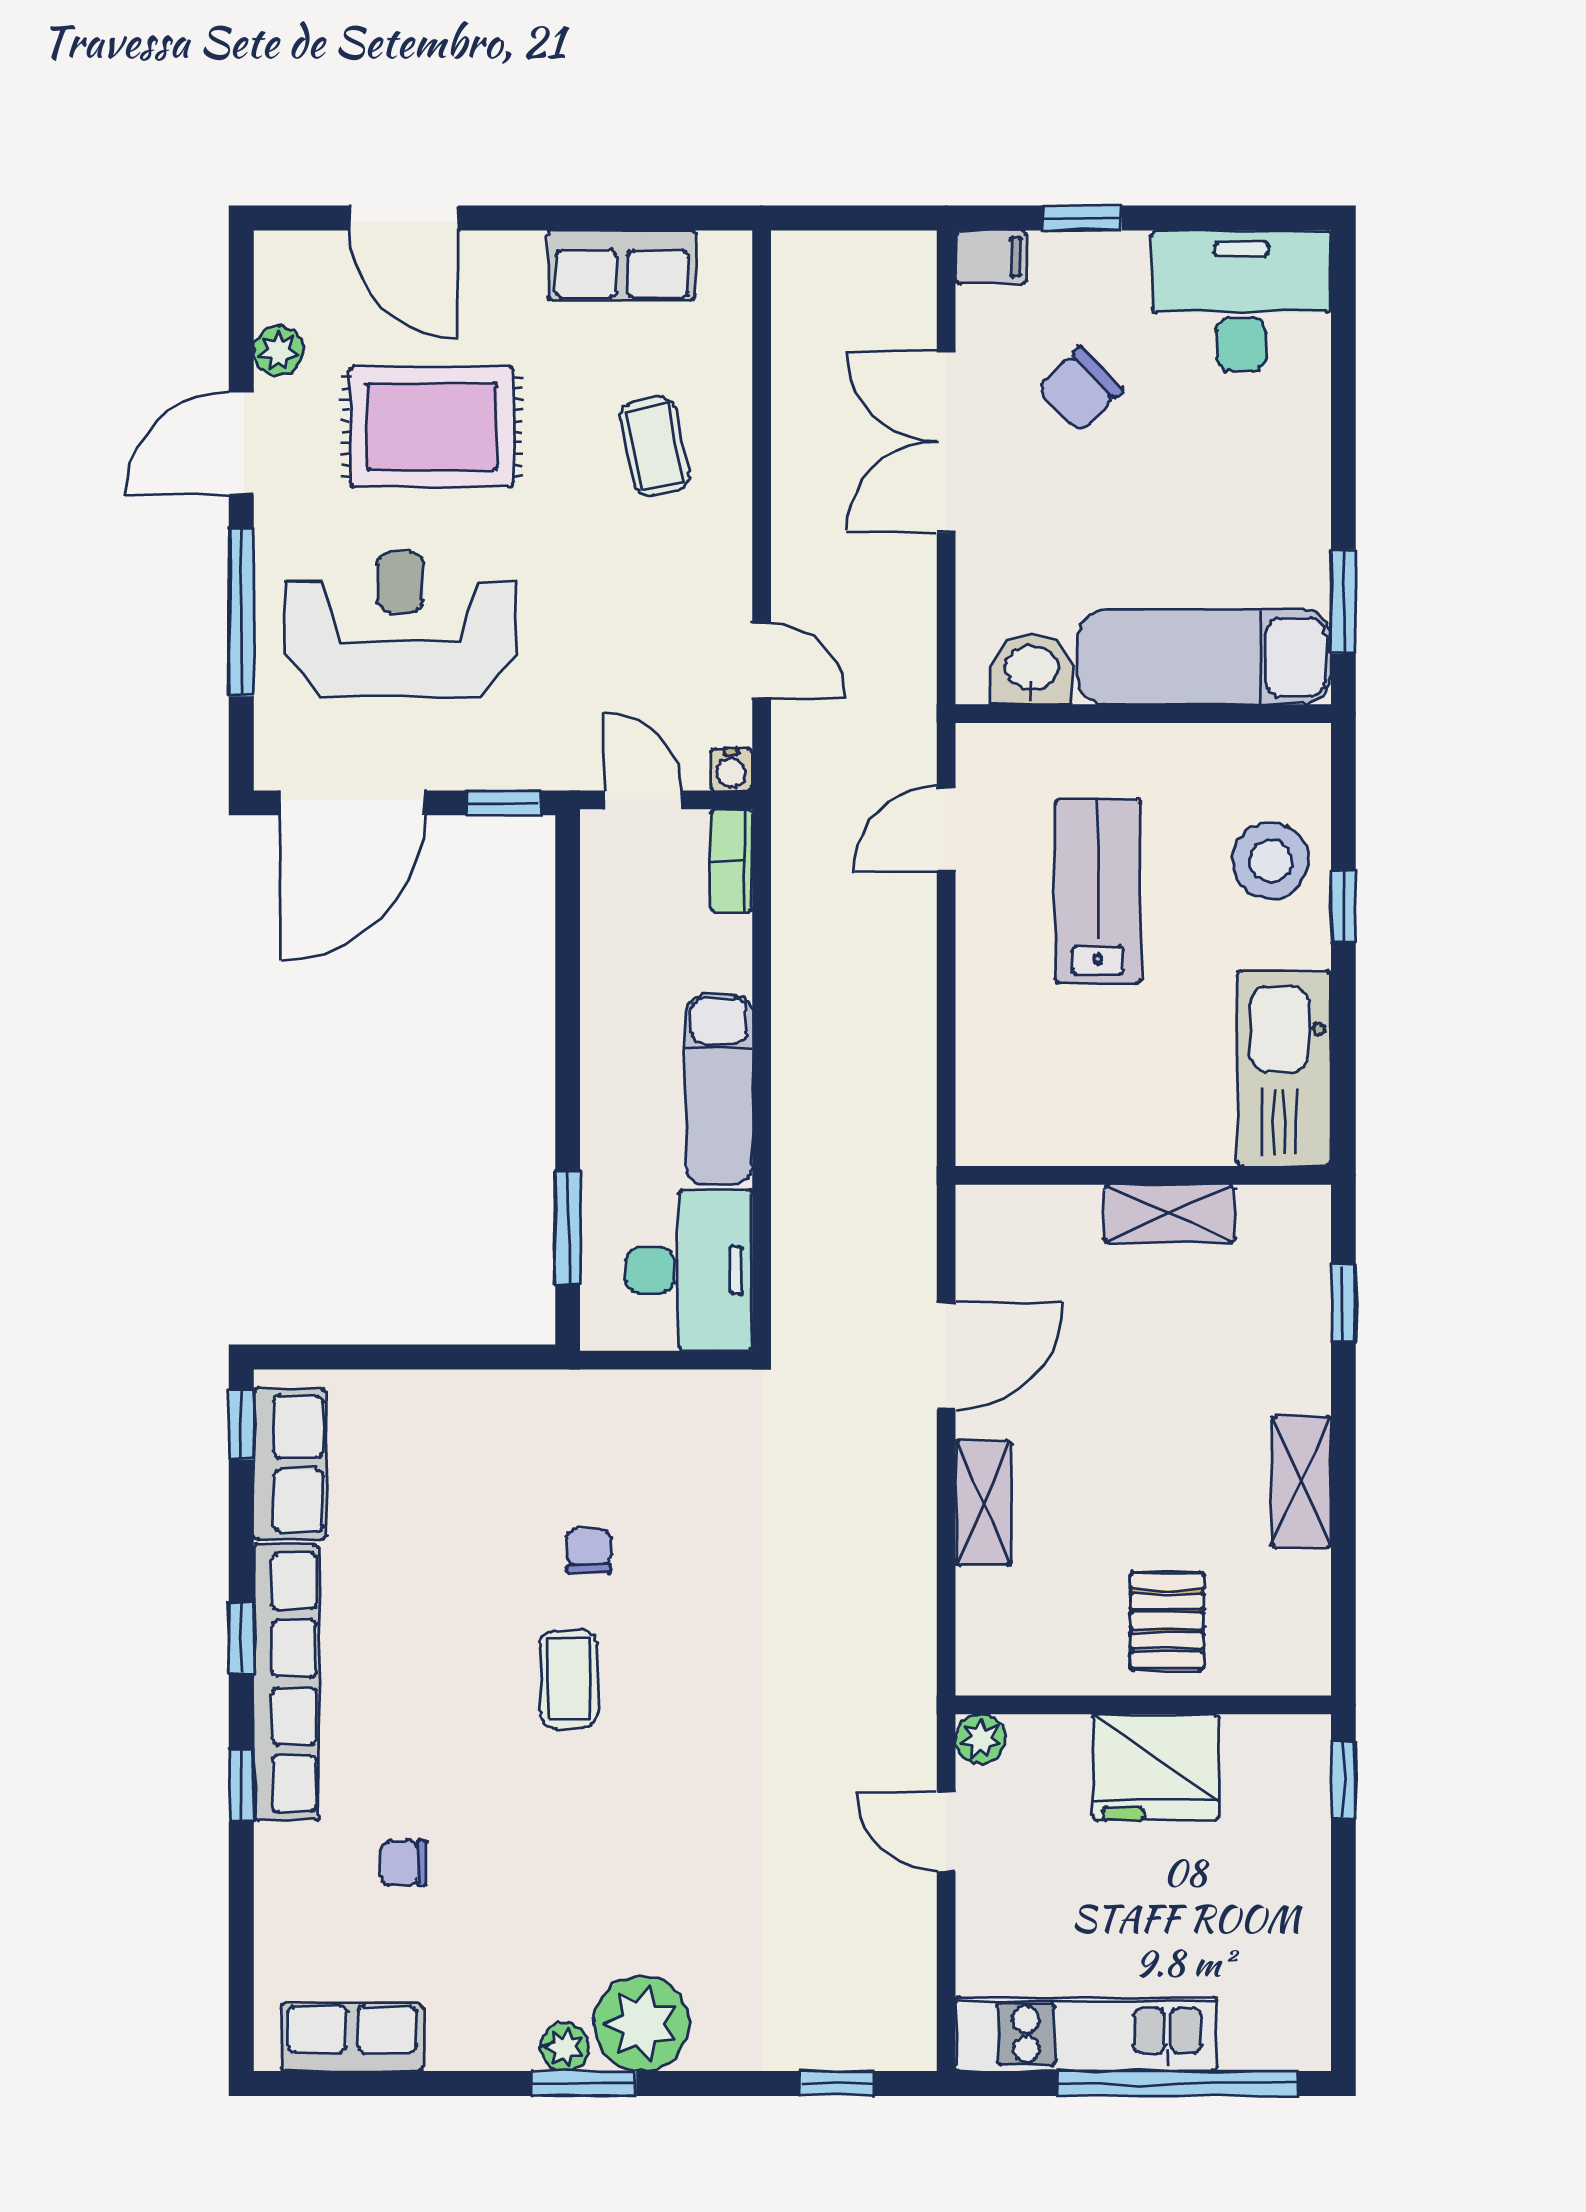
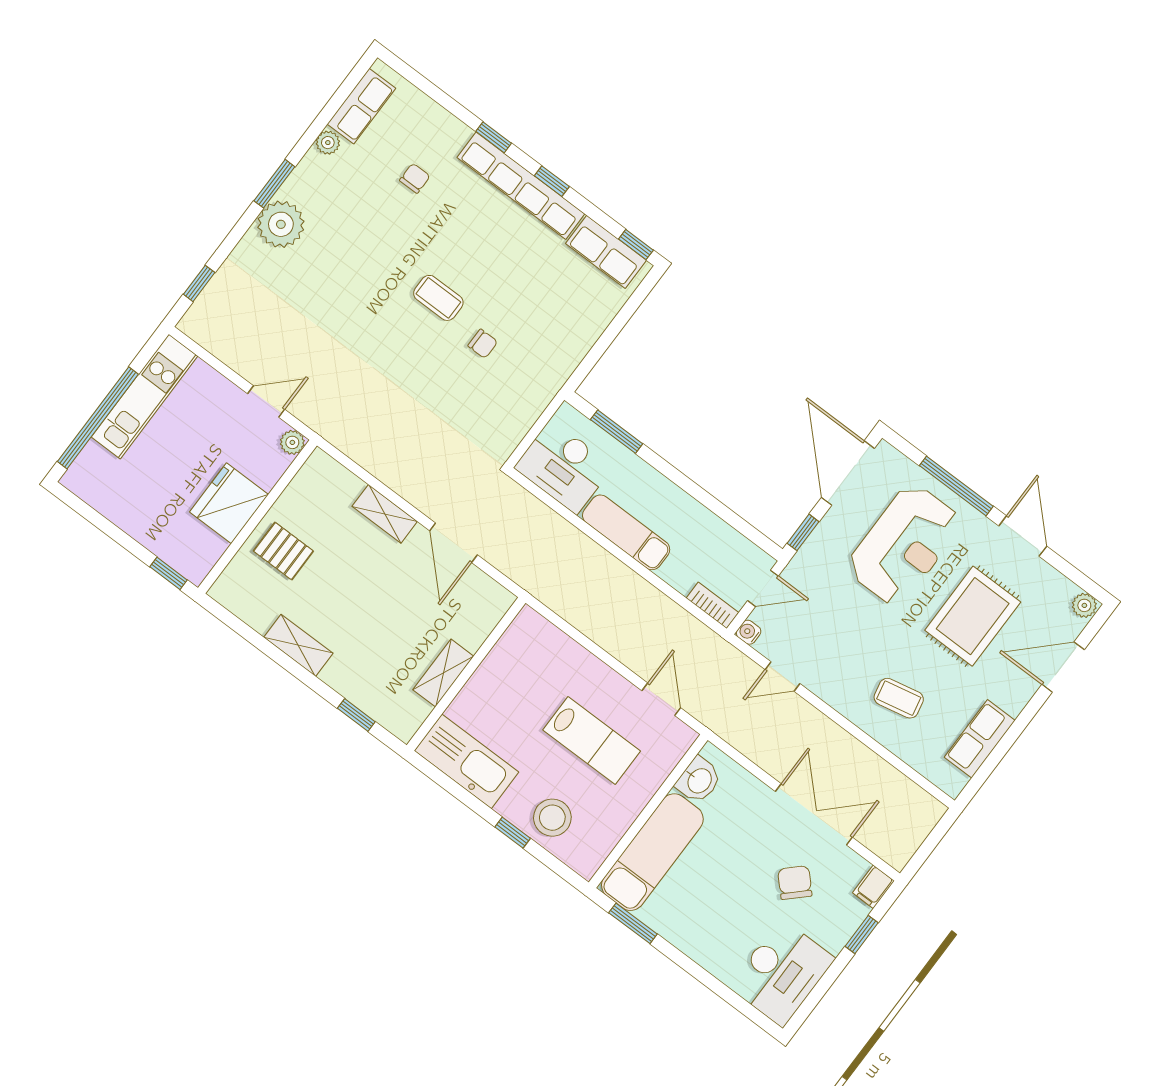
plant: (278, 351) -> (1084, 605), moved
plant: (565, 2047) -> (328, 143), moved

